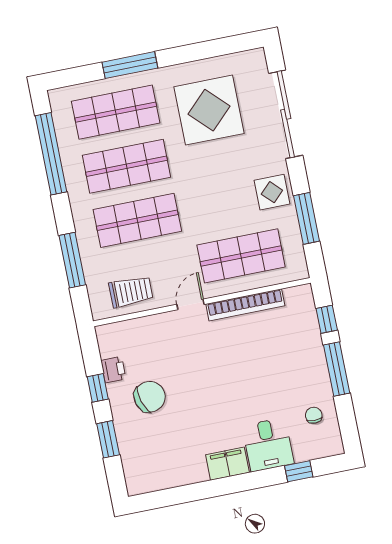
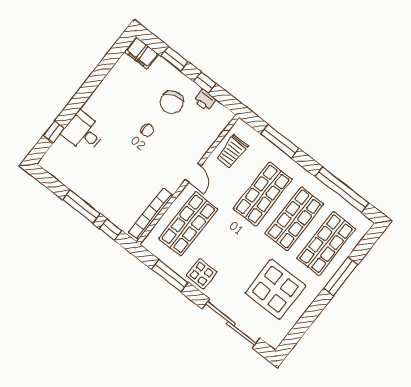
bookcase: (245, 305) -> (151, 214), moved
chair: (314, 415) -> (147, 130), moved
filing cabinet: (227, 464) -> (141, 53), moved, turned 90

